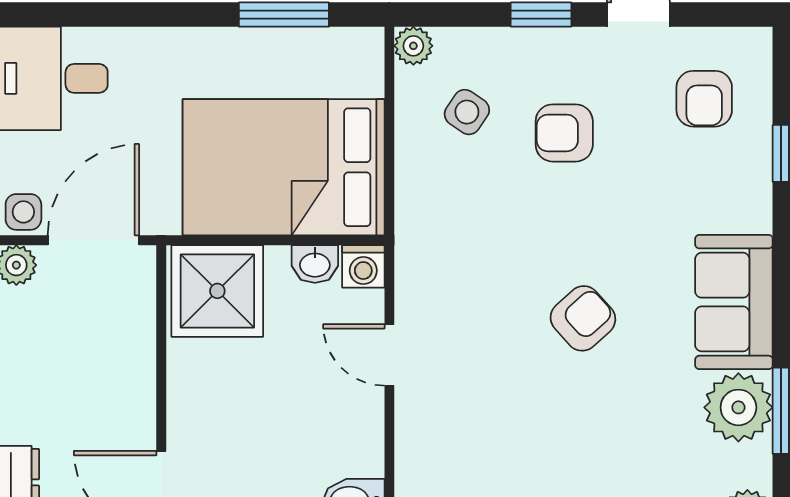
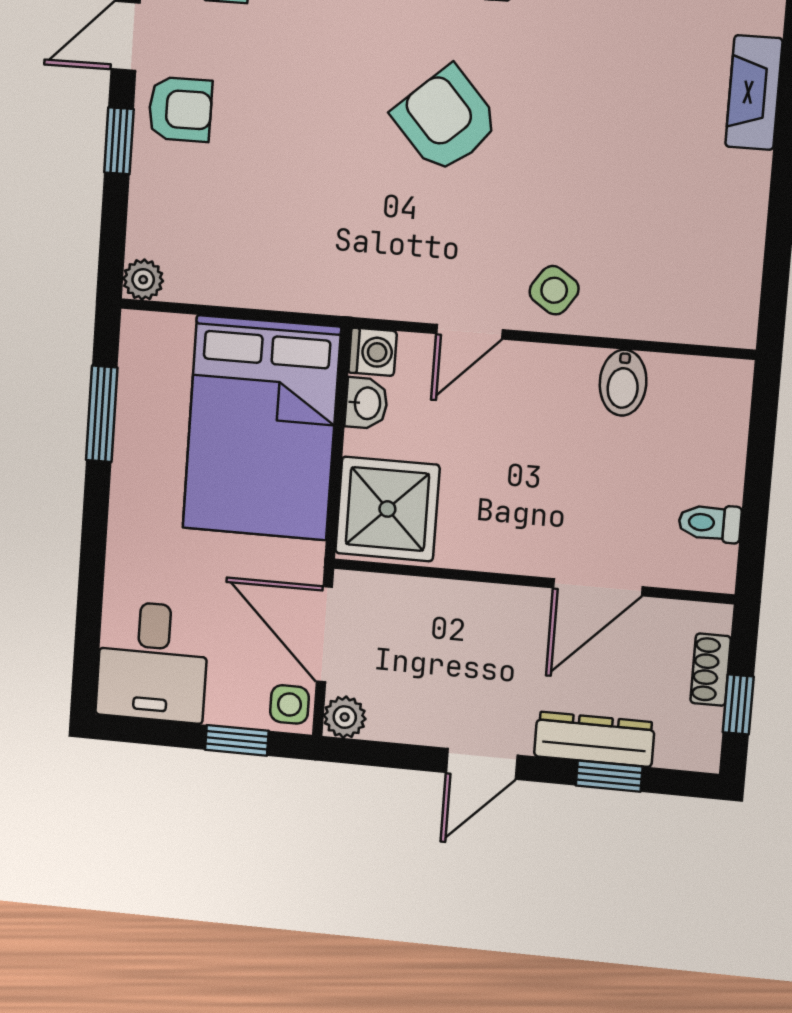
side table: (467, 112) -> (554, 290), moved
armchair: (564, 133) -> (180, 109), moved, turned -90
armchair: (583, 318) -> (446, 120), width x1.38, depth x1.38

